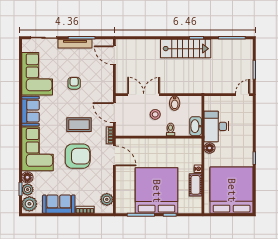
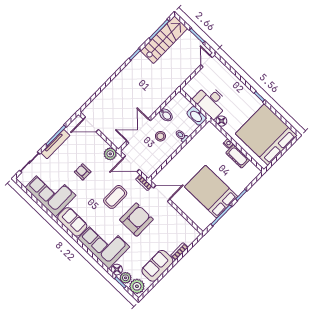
stairs: (186, 49) -> (164, 40), moved
bed: (157, 191) -> (211, 192), width x0.73
plant: (107, 199) -> (110, 154), moved

